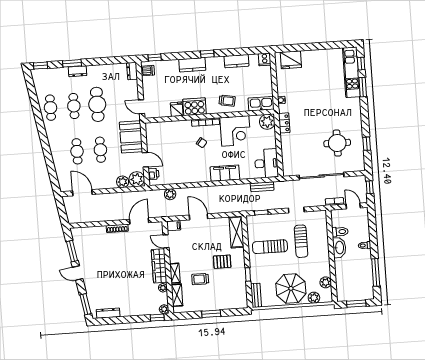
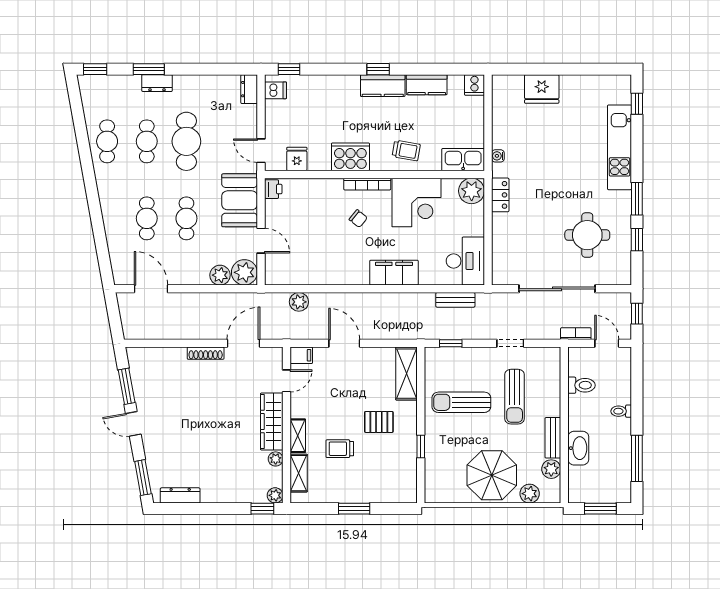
fridge: (291, 60) -> (542, 89), moved
kitchen counter: (192, 65) -> (383, 86), moved
kitchen unit: (351, 72) -> (620, 147), moved
window: (363, 87) -> (637, 199), moved
fridge: (177, 109) -> (297, 159), moved
printer: (154, 174) -> (273, 189), moved
door: (166, 241) -> (286, 381), swing flipped
washbasin: (339, 248) -> (578, 448), moved
bench: (256, 295) -> (553, 438), moved

